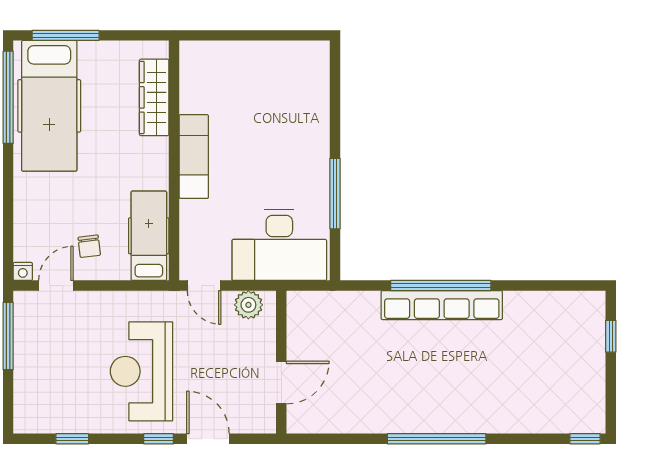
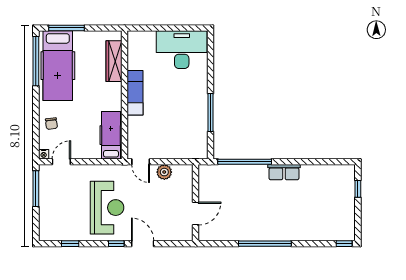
desk: (279, 245) -> (182, 50), moved, turned 180
chair: (89, 246) -> (51, 124), moved
window: (441, 286) -> (245, 162), moved
row of seats: (442, 305) -> (284, 172), width x0.50
wall: (281, 362) -> (195, 203), moved
reception desk: (141, 371) -> (107, 208), turned 180
door: (281, 383) -> (195, 214), moved

